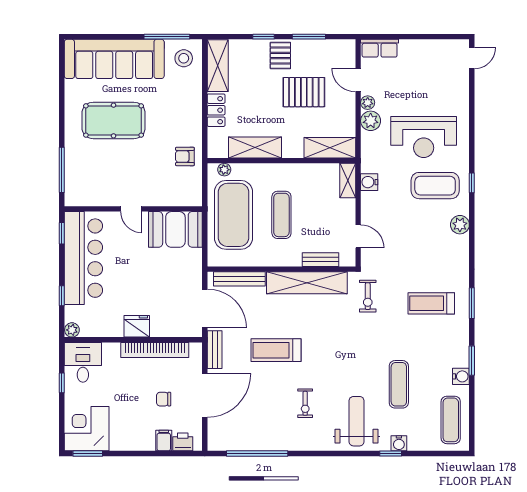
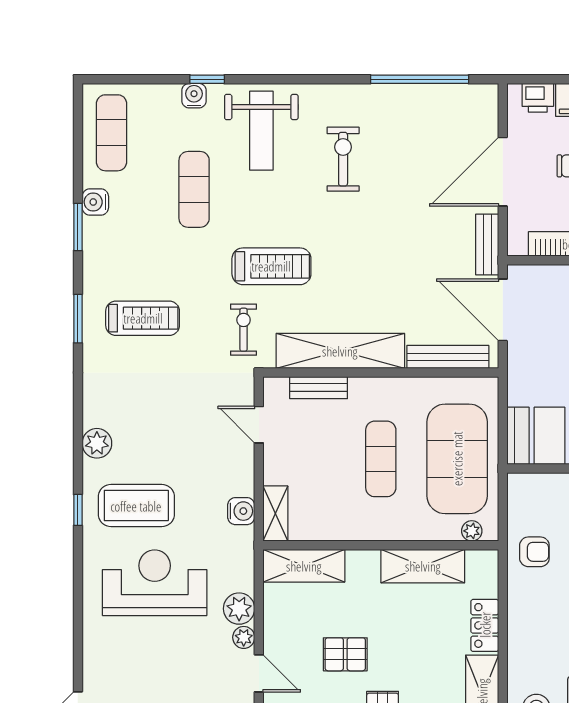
pallet: (304, 92) -> (345, 654), width x0.67, depth x0.71
treadmill: (276, 350) -> (271, 266), moved
exercise bike: (305, 403) -> (343, 159), width x1.38, depth x1.39

